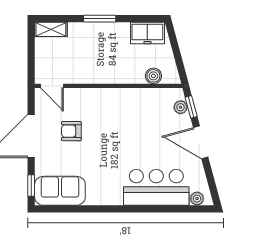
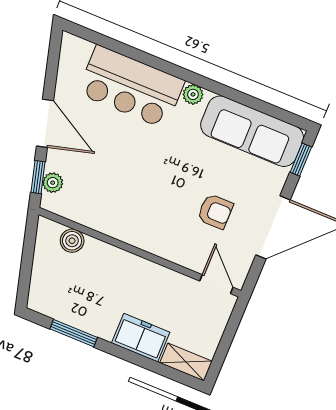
window: (100, 19) -> (74, 333), moved
freezer: (147, 33) -> (141, 338), moved
sofa: (60, 191) -> (252, 131), width x1.36
plant: (197, 199) -> (193, 94), moved

